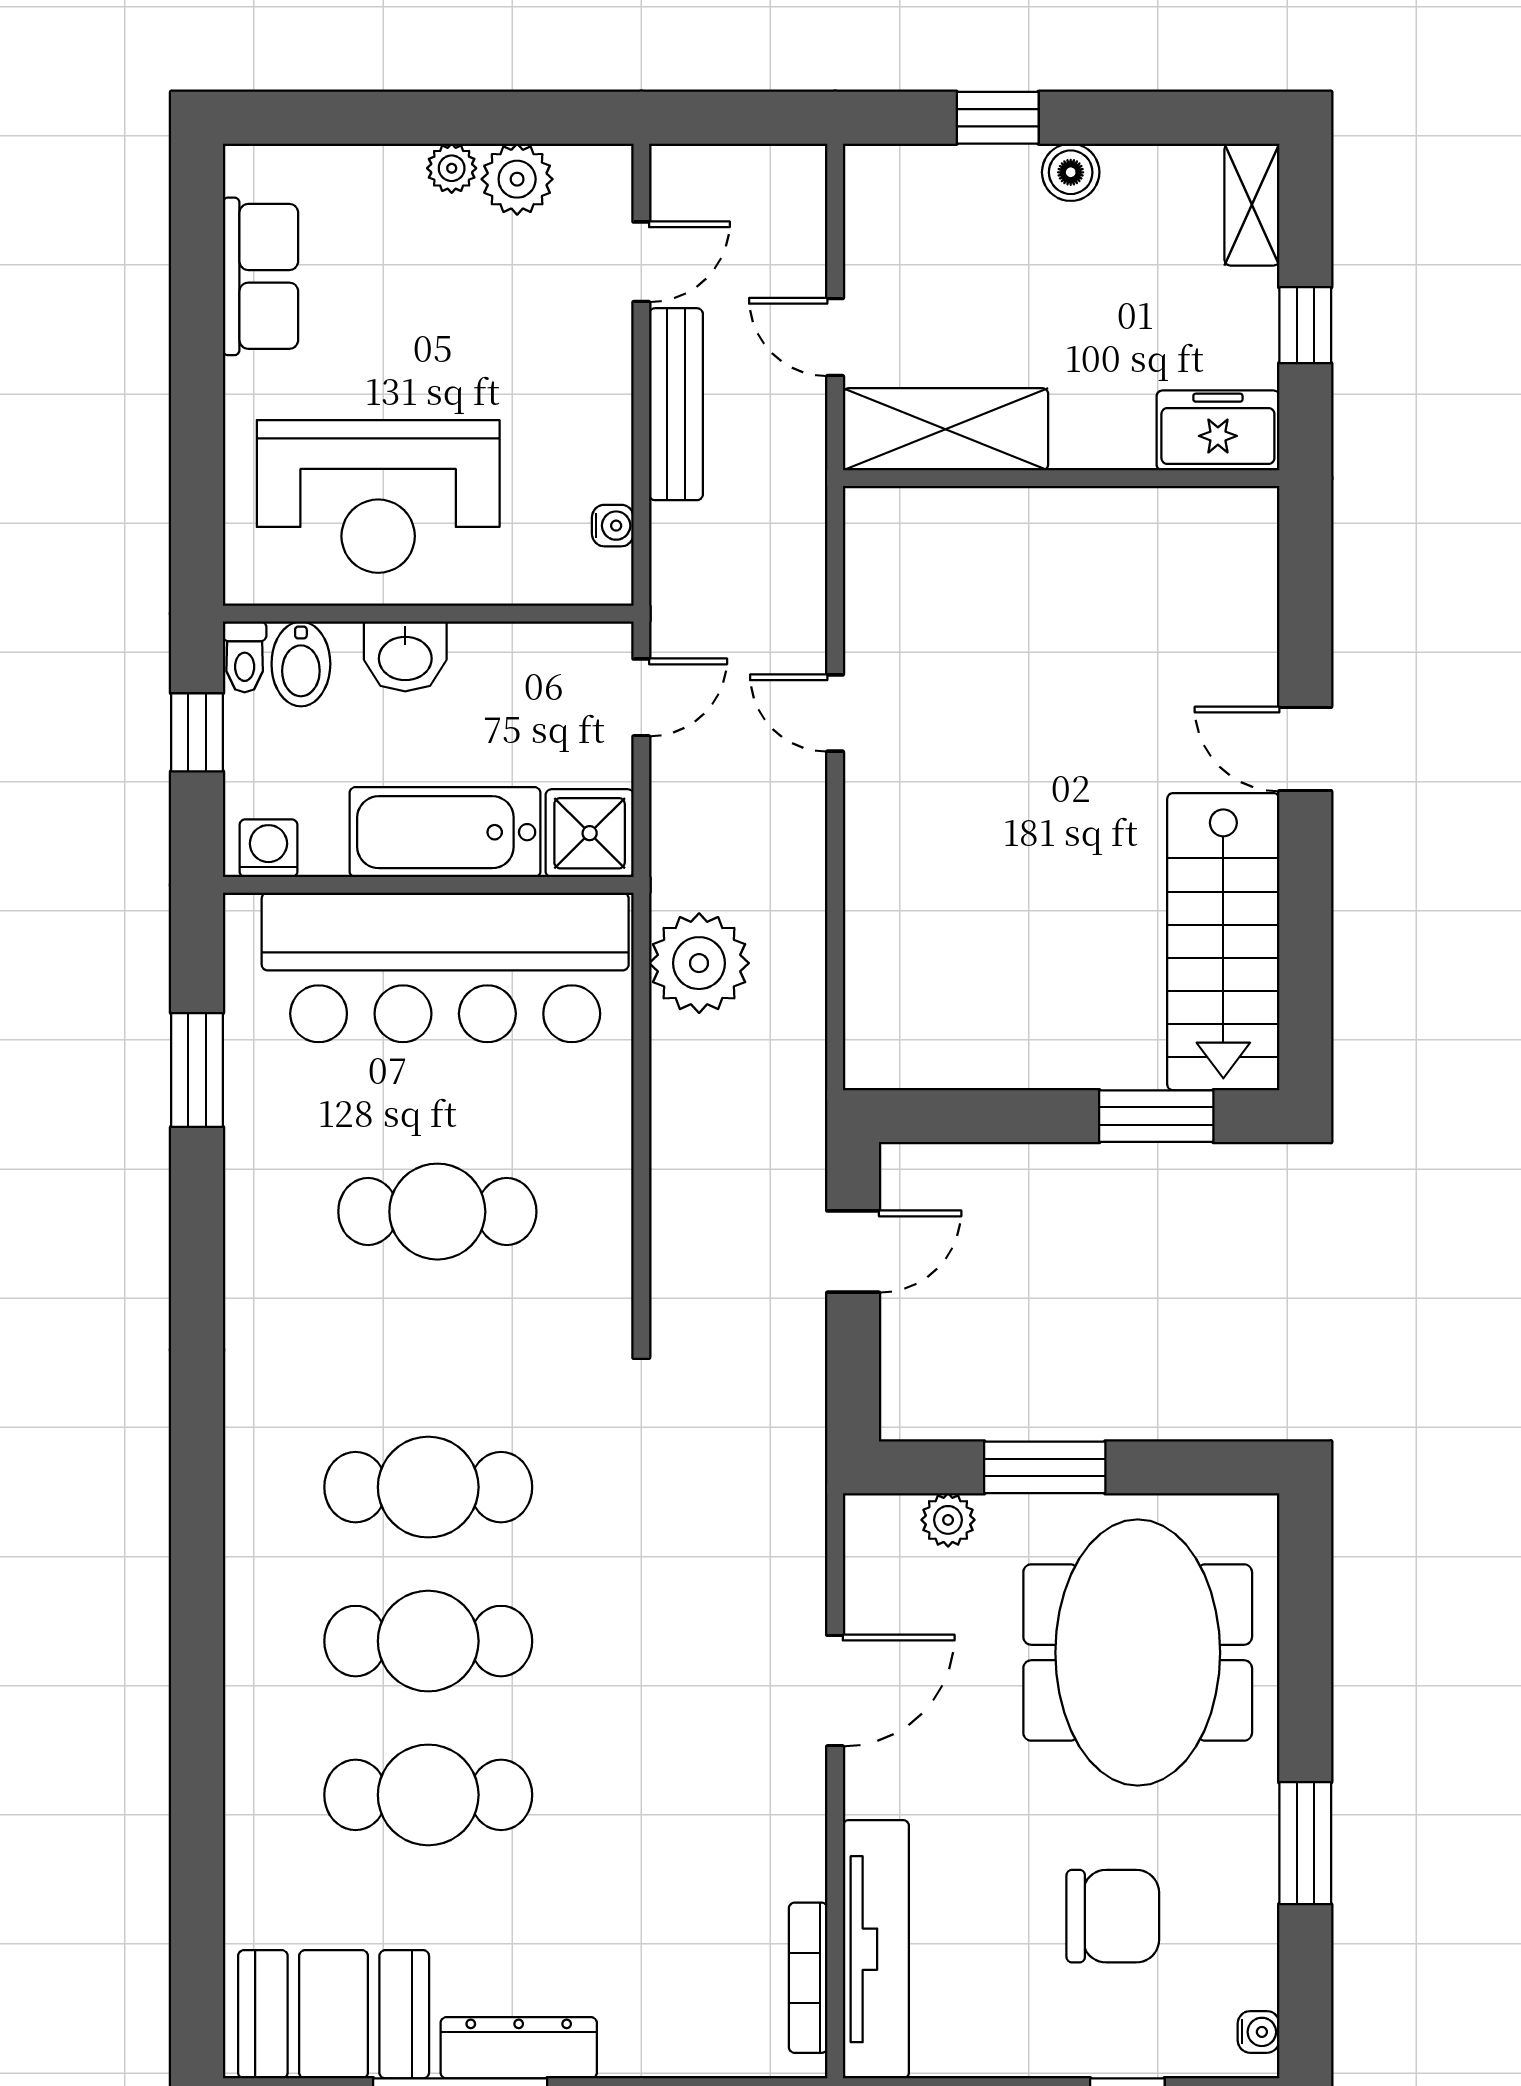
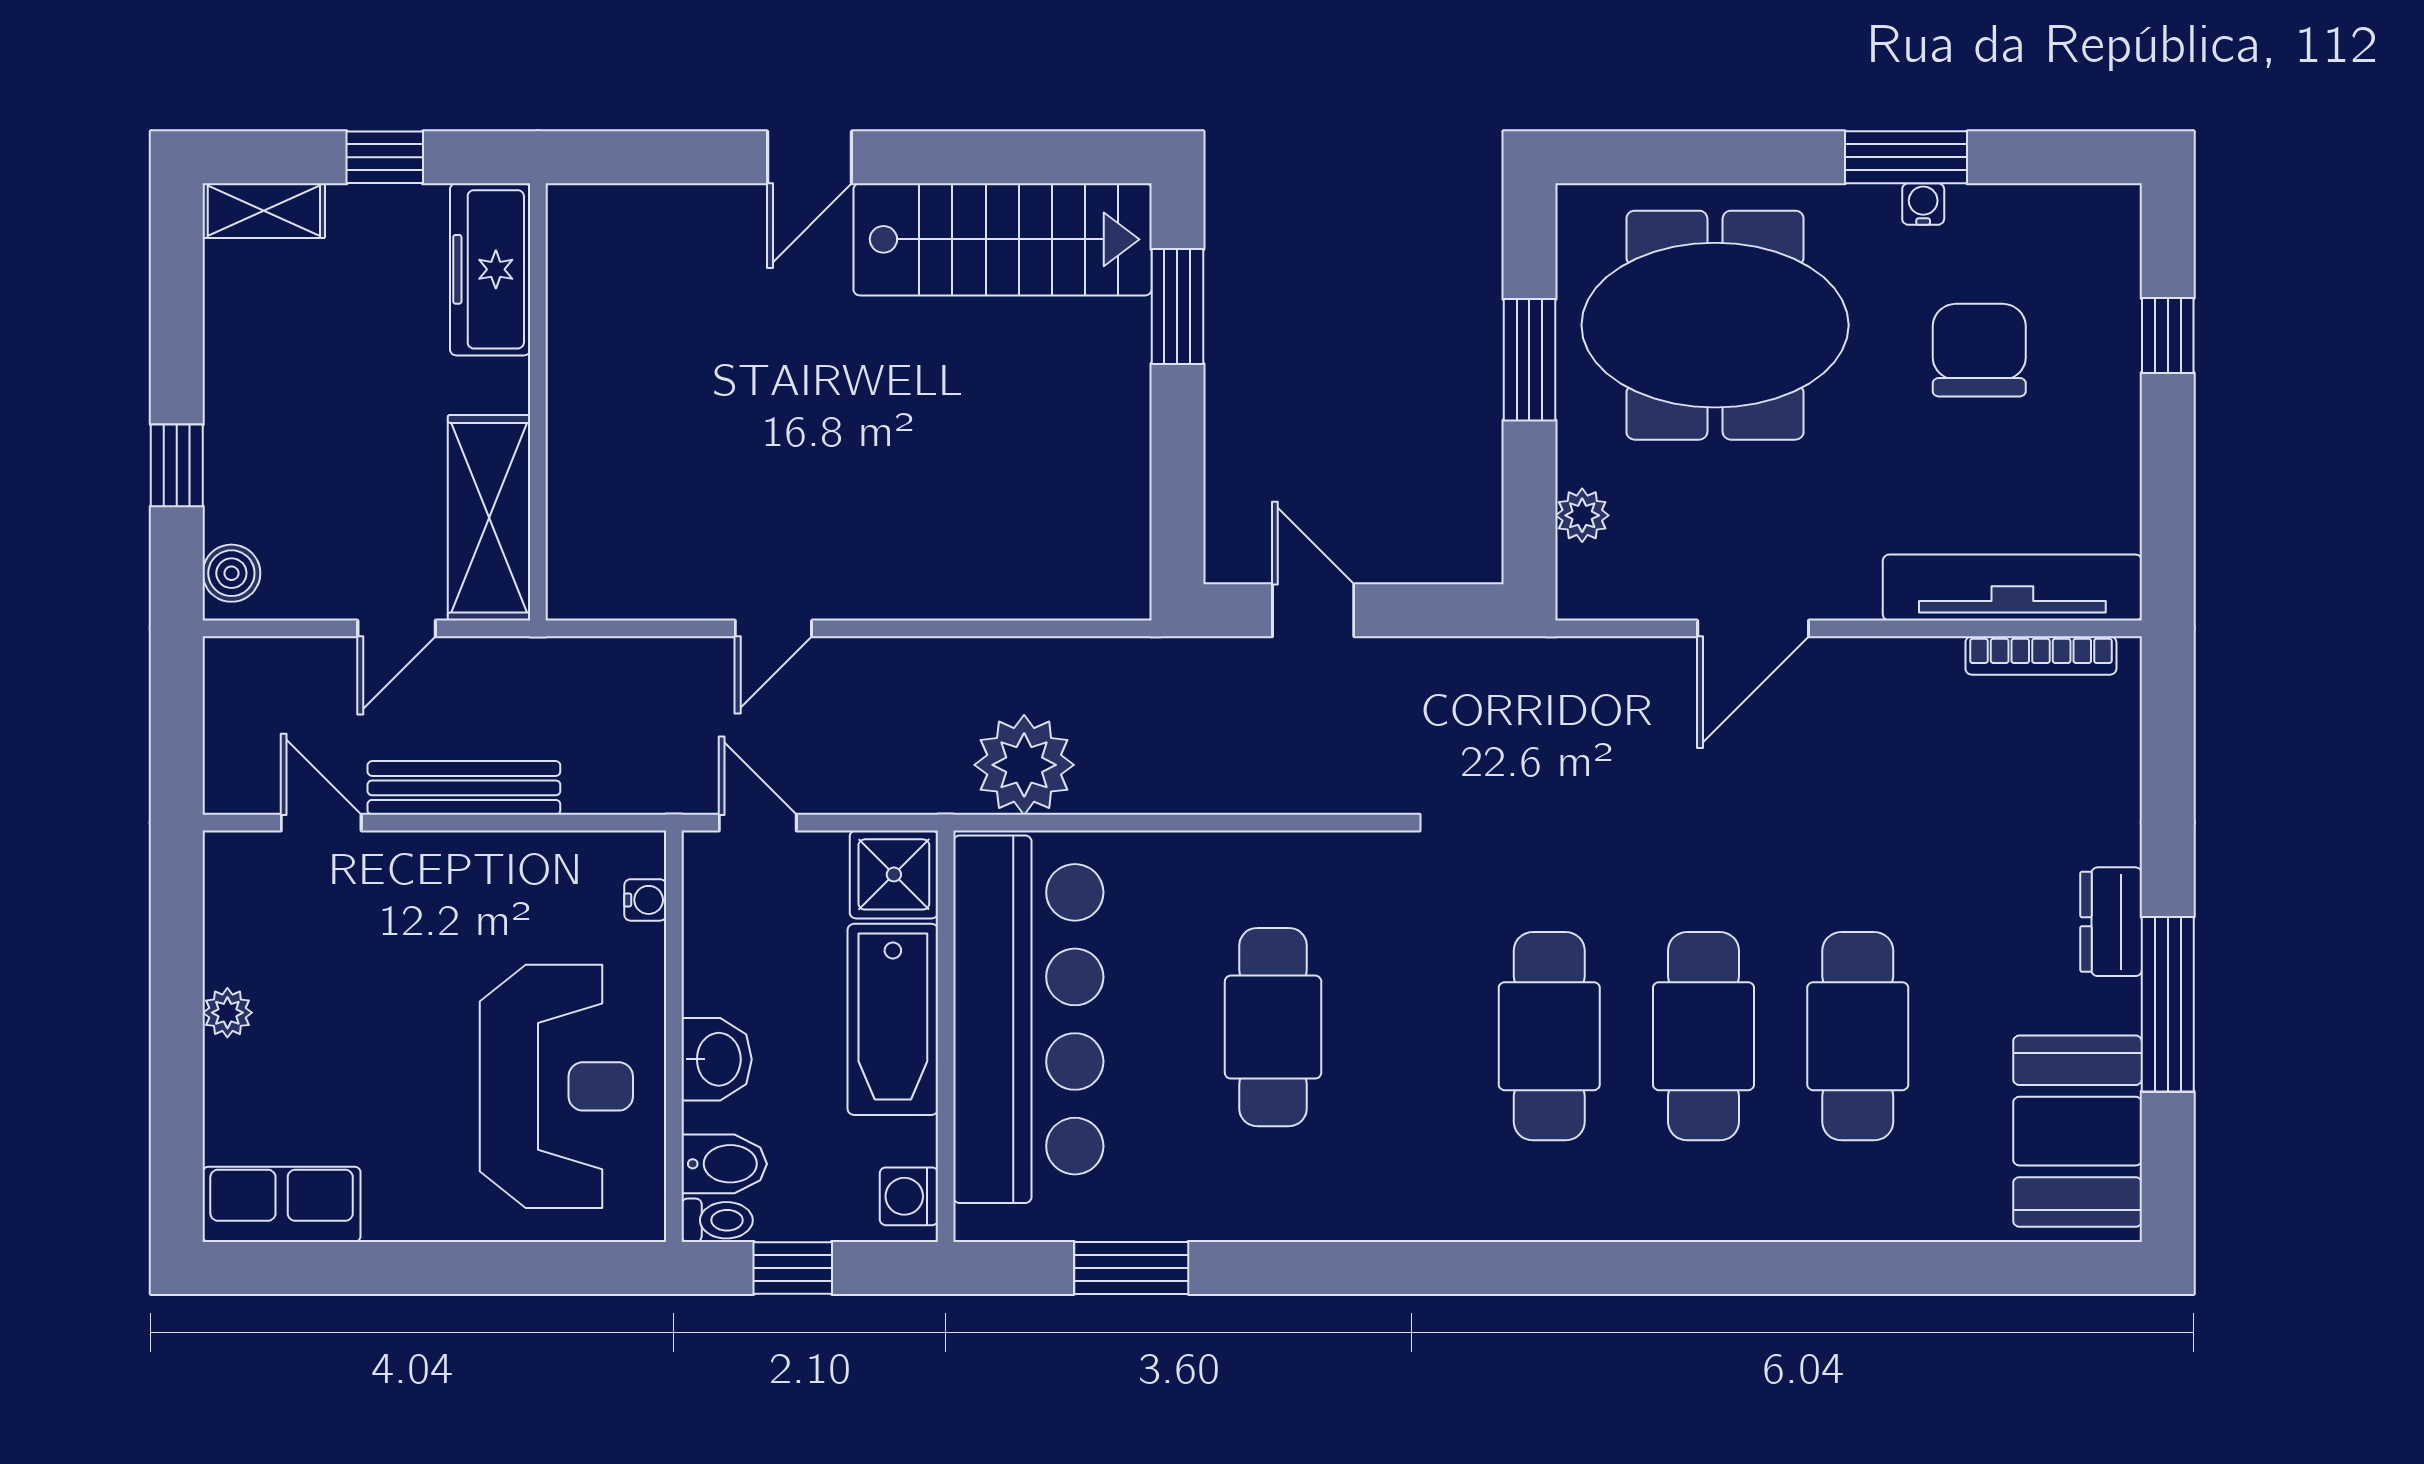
boiler: (1071, 172) -> (231, 573), moved
plant: (517, 179) -> (238, 947), removed
row of seats: (261, 276) -> (282, 1204), moved
freezer: (1218, 430) -> (490, 269), width x1.40
water cooler: (613, 526) -> (645, 900), moved, turned 90
window: (1045, 1467) -> (1529, 360), moved
door: (835, 1691) -> (1753, 628), swing flipped
water cooler: (1259, 2032) -> (1923, 204), moved
dresser: (519, 2048) -> (2111, 922), width x0.70

